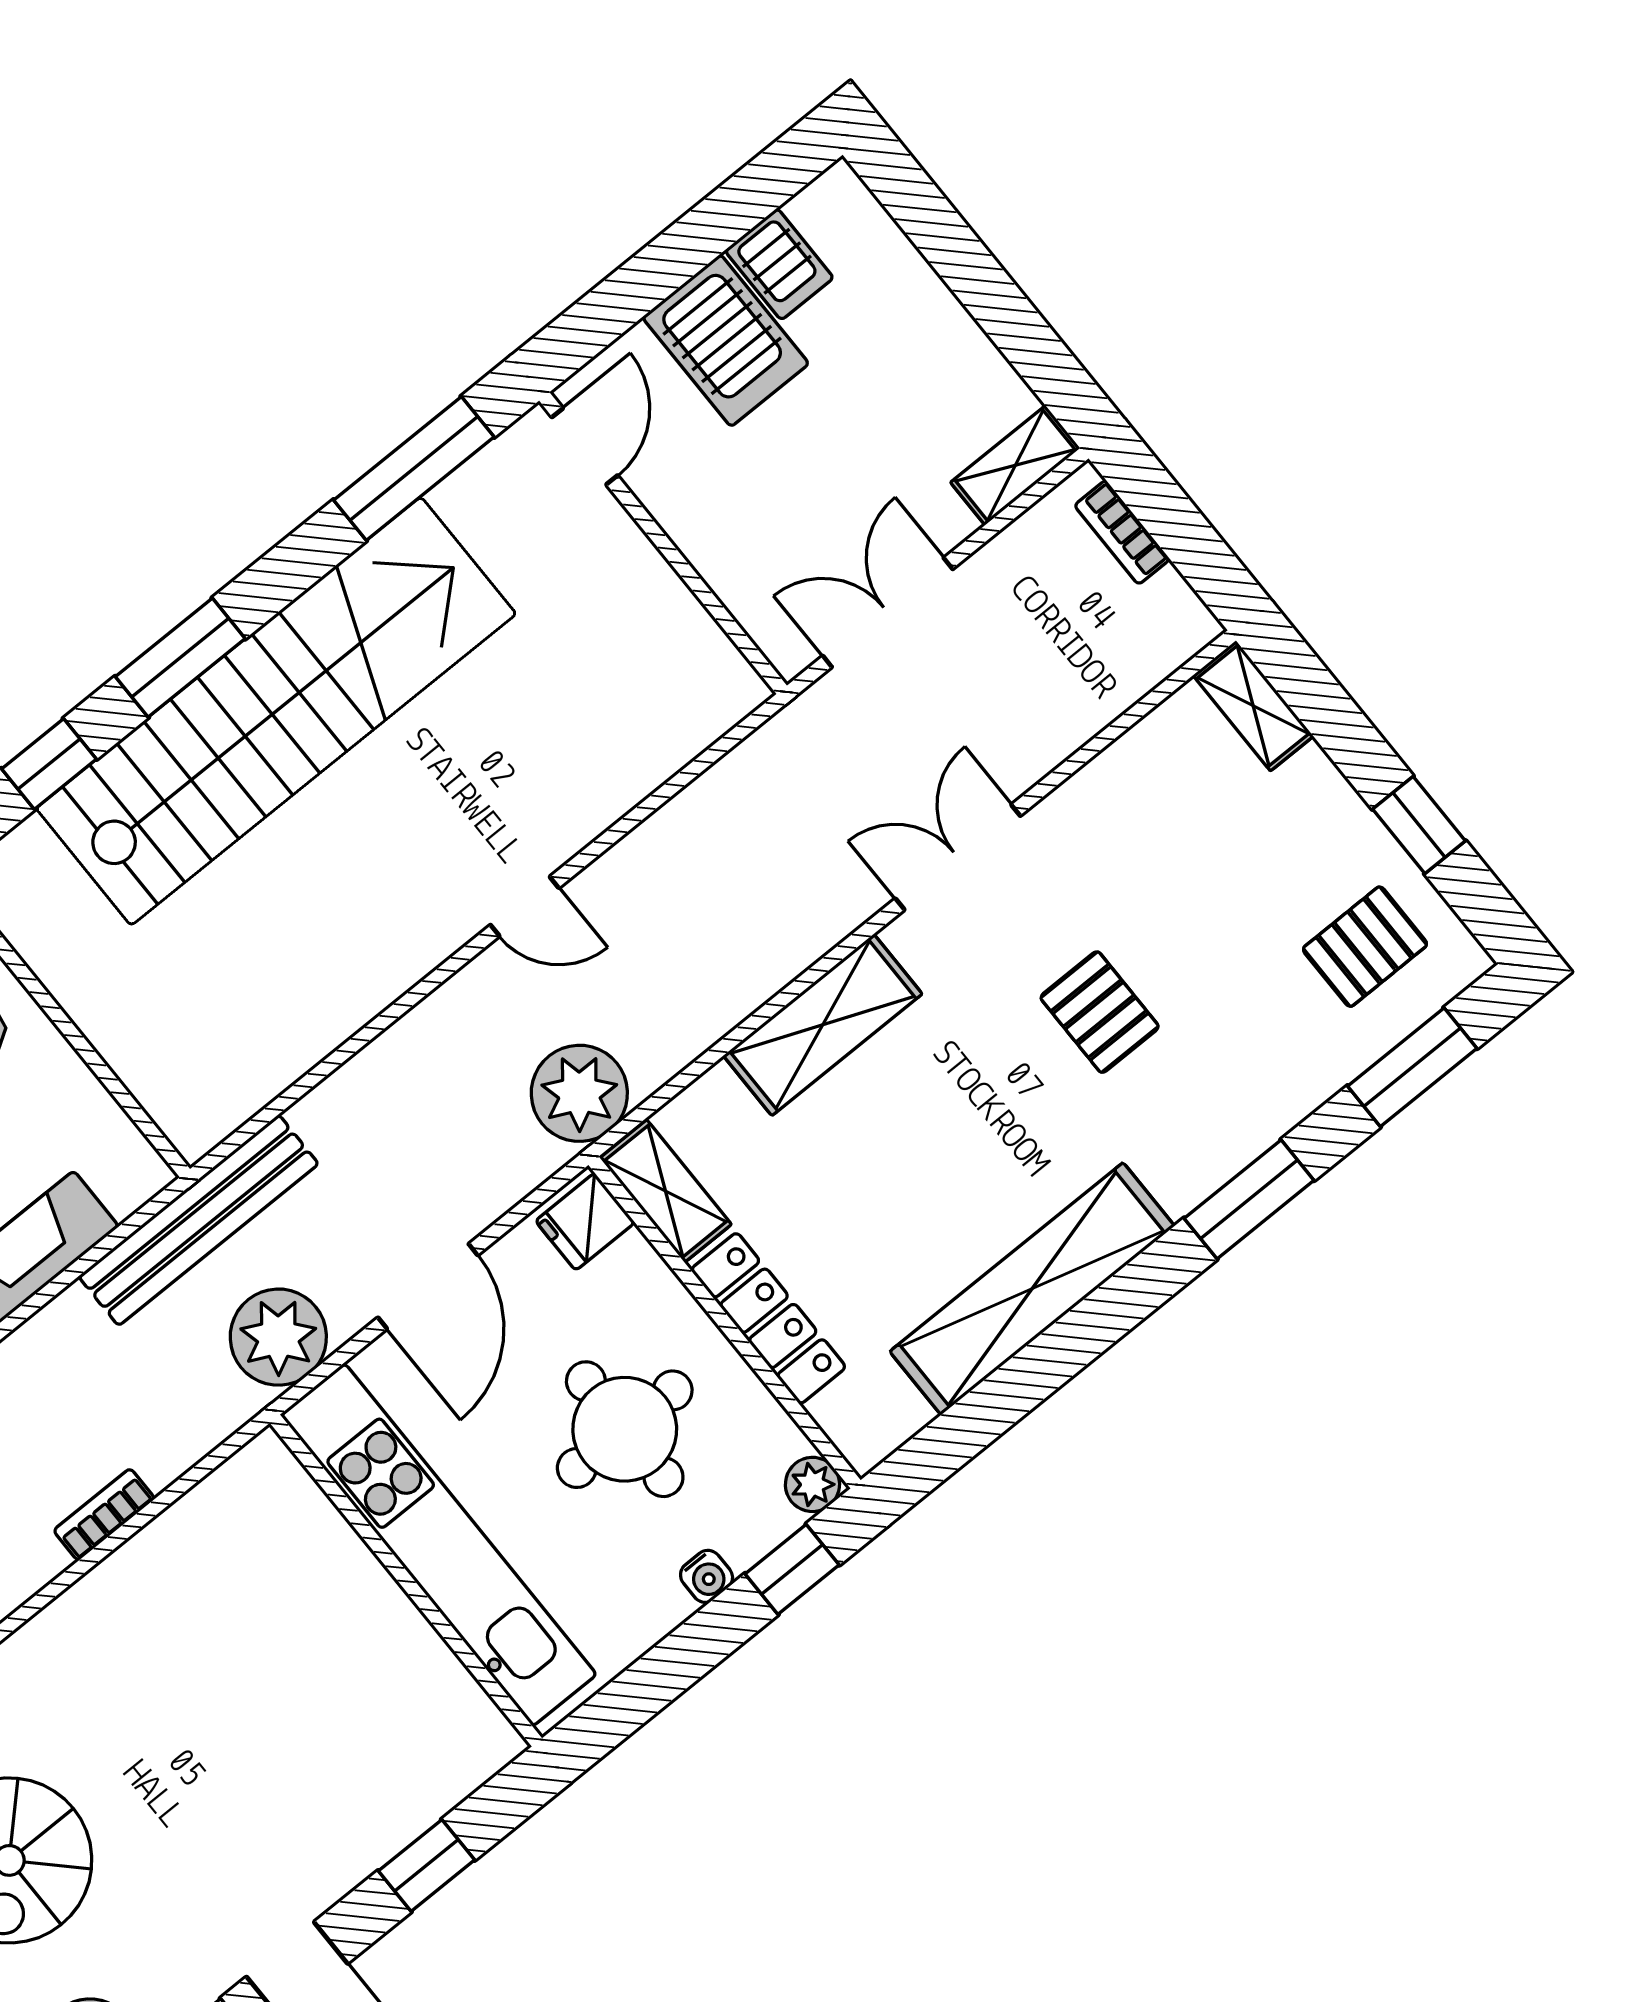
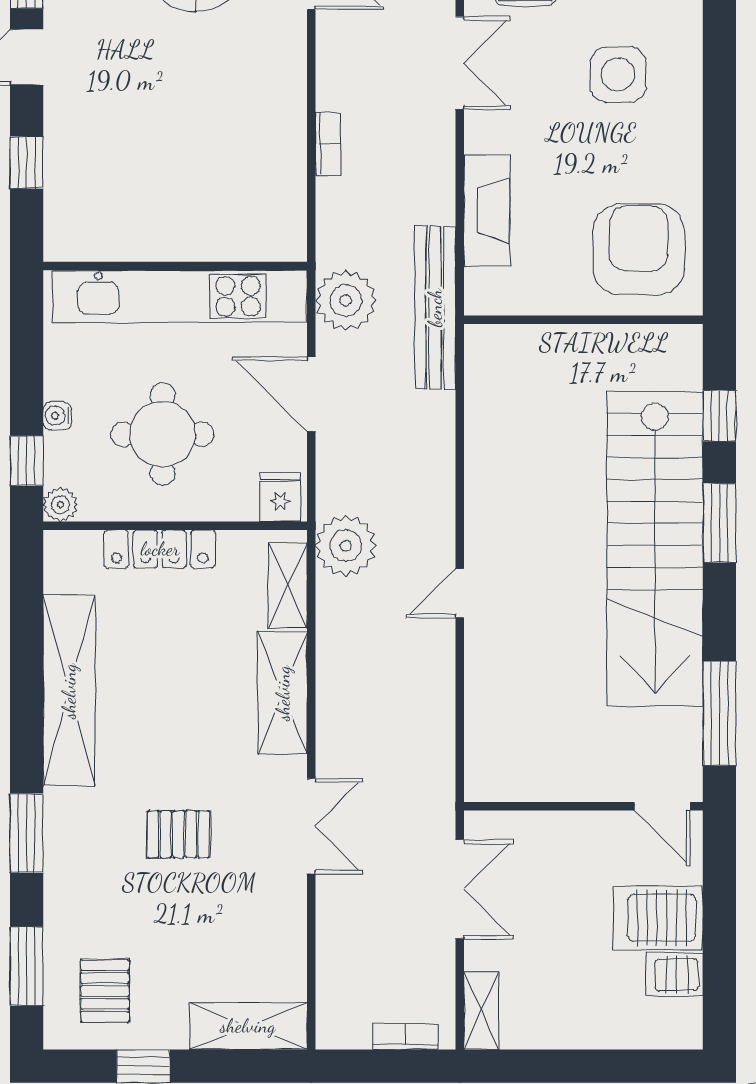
shelving: (1253, 706) -> (248, 1026), width x1.50, depth x1.33
shelving: (666, 1191) -> (288, 586), moved, turned 90

